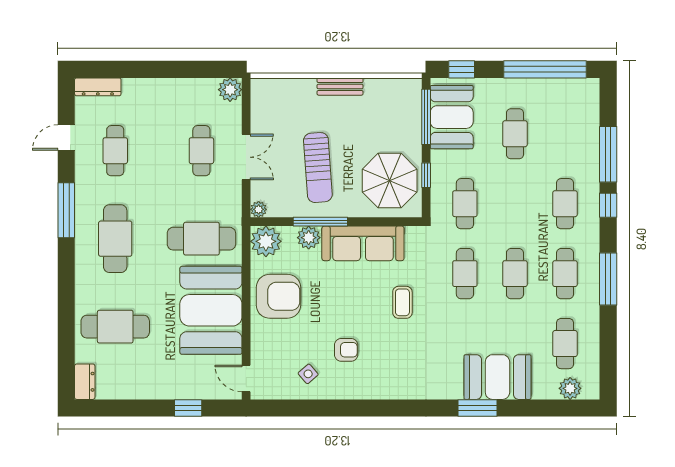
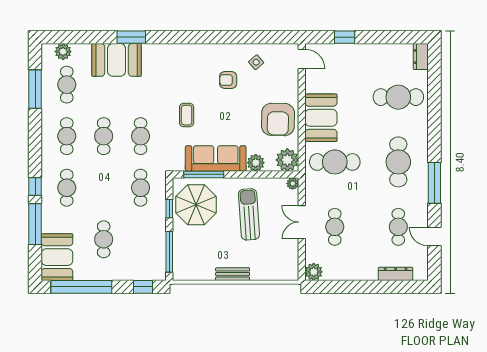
dresser: (98, 87) -> (396, 274), moved
booth: (452, 117) -> (57, 257), moved
door: (66, 137) -> (434, 237), swing flipped
window: (320, 222) -> (204, 174), moved
window: (608, 279) -> (35, 89), moved
armchair: (278, 296) -> (278, 119), turned -89
booth: (211, 310) -> (321, 118), width x0.73, depth x0.70

